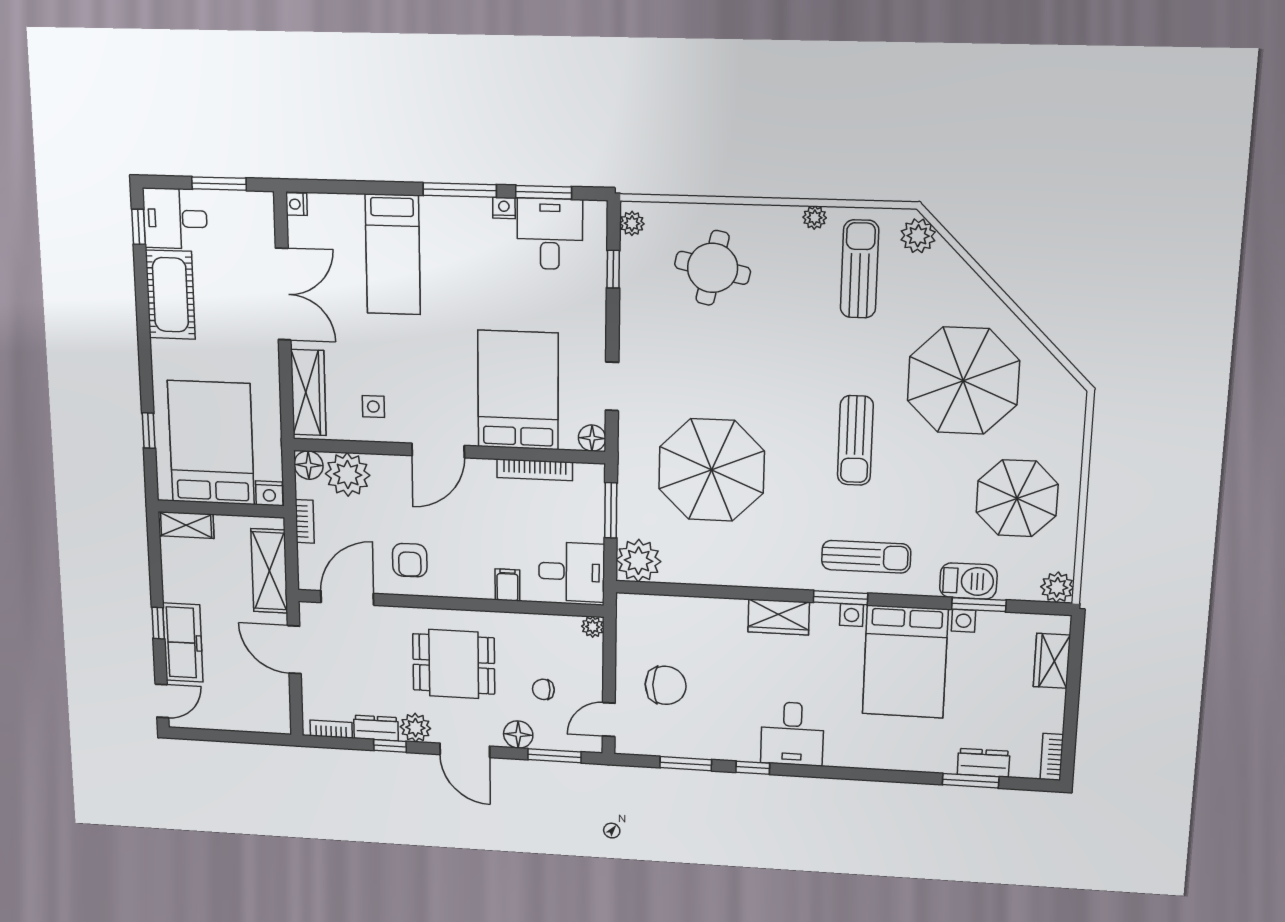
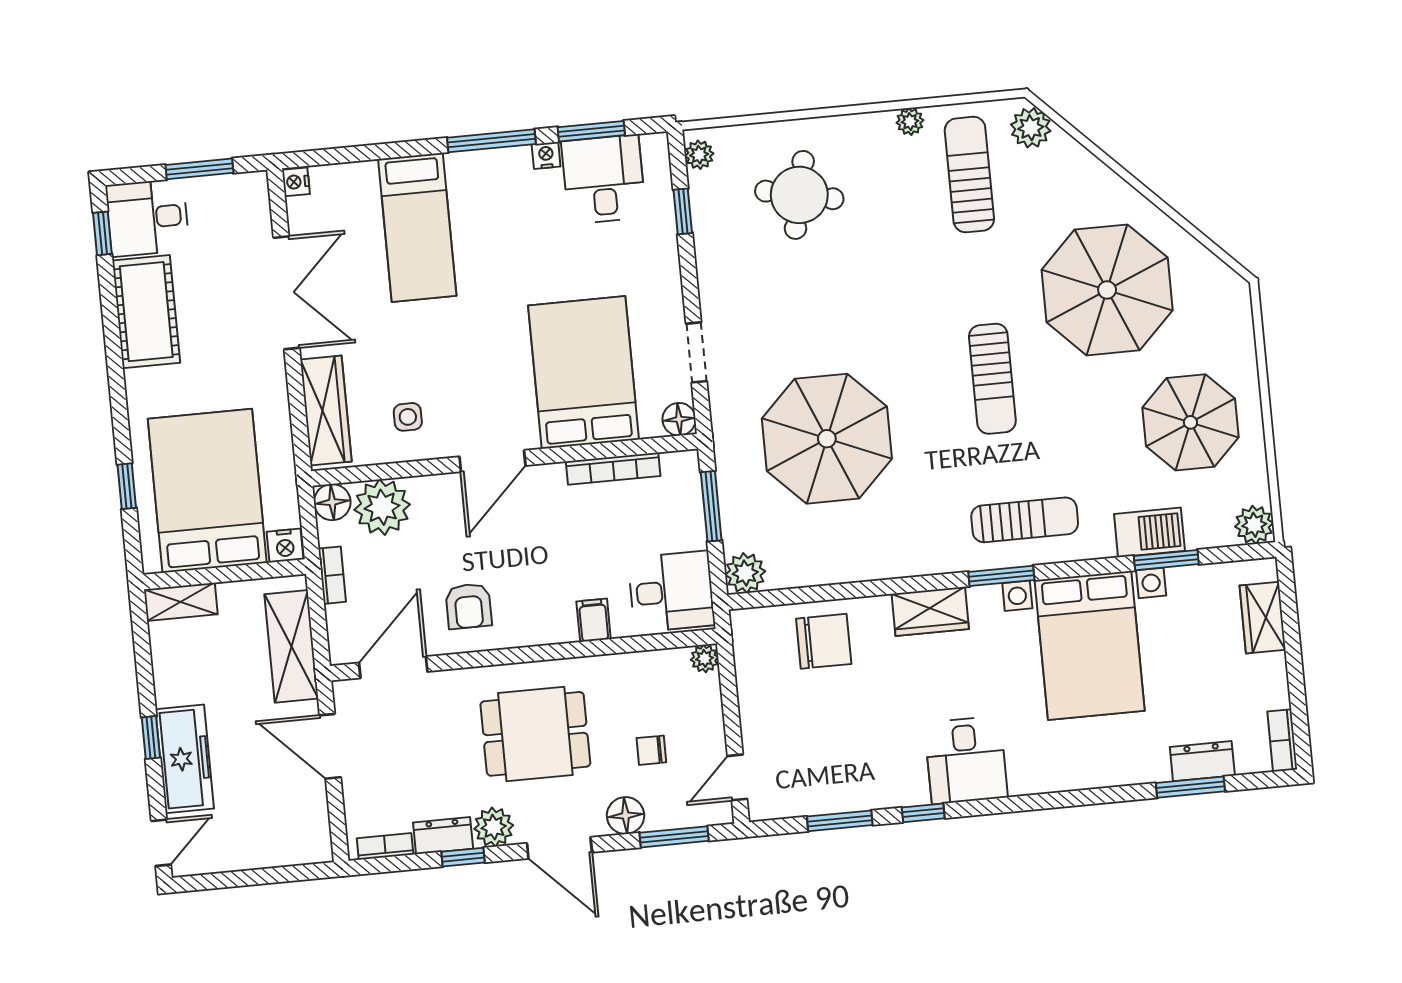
plant: (638, 561) -> (745, 573), width x0.73, depth x0.73
chair: (666, 685) -> (824, 641), moved

